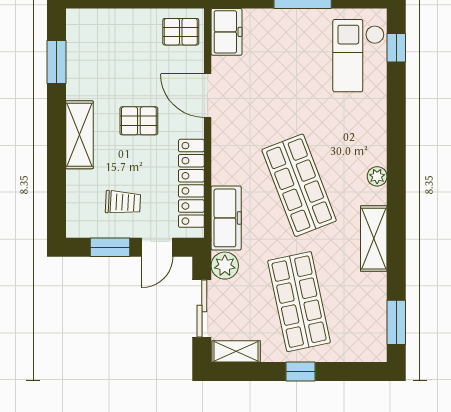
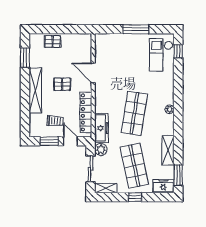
pallet: (181, 32) -> (53, 42), moved
freezer: (227, 32) -> (163, 186), moved, turned -90
shelving: (80, 135) -> (35, 91), width x1.47
shop shelf: (299, 185) -> (134, 113), turned 30
shelving: (374, 239) -> (168, 150), moved
door: (157, 247) -> (70, 141), swing flipped

